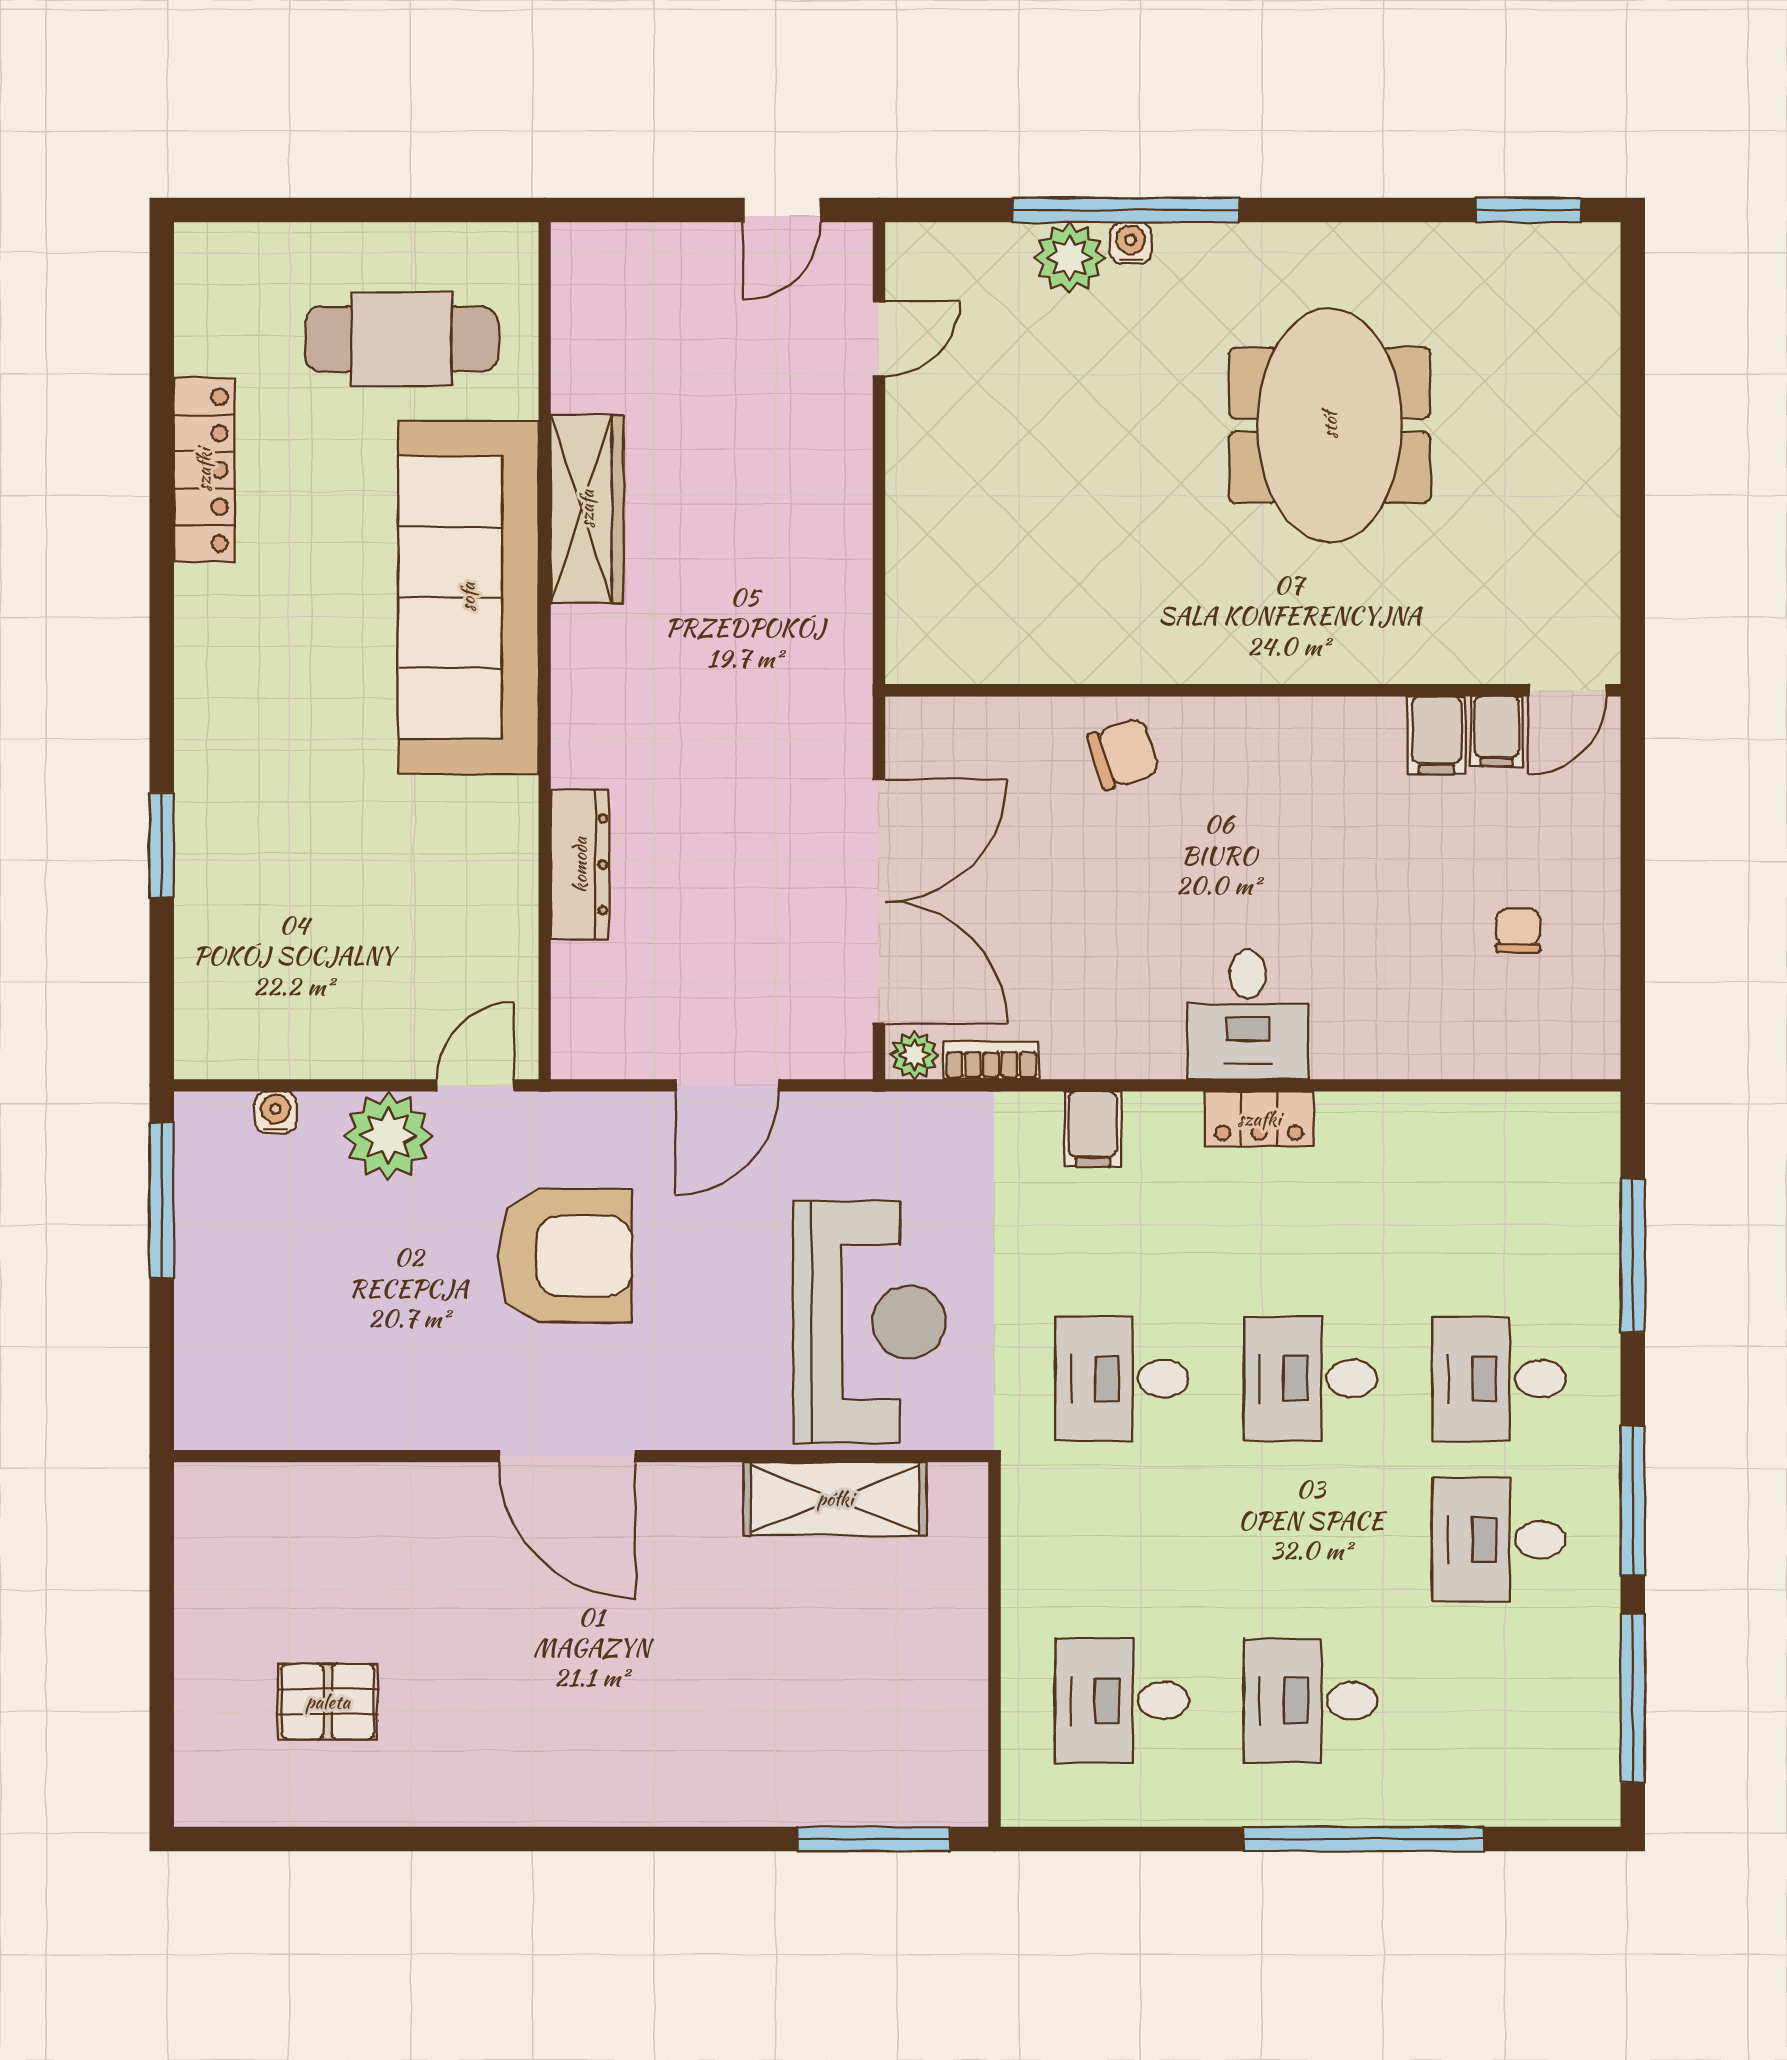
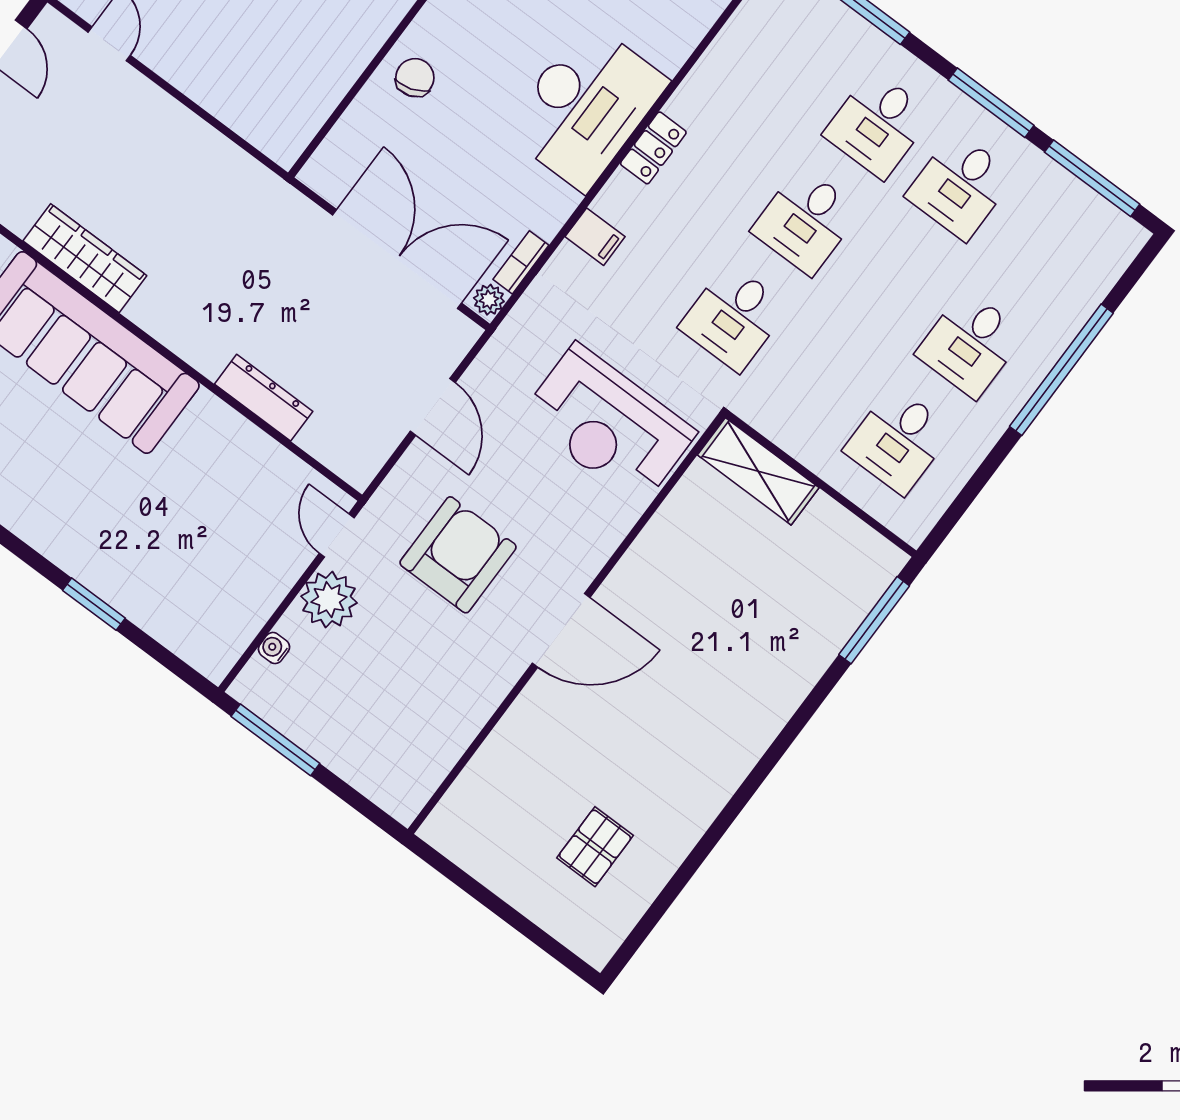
desk: (1248, 1014) -> (586, 106), width x1.87, depth x1.30
reception desk: (869, 1322) -> (608, 425), turned 180
shelving: (835, 1499) -> (758, 471), moved, turned 90

